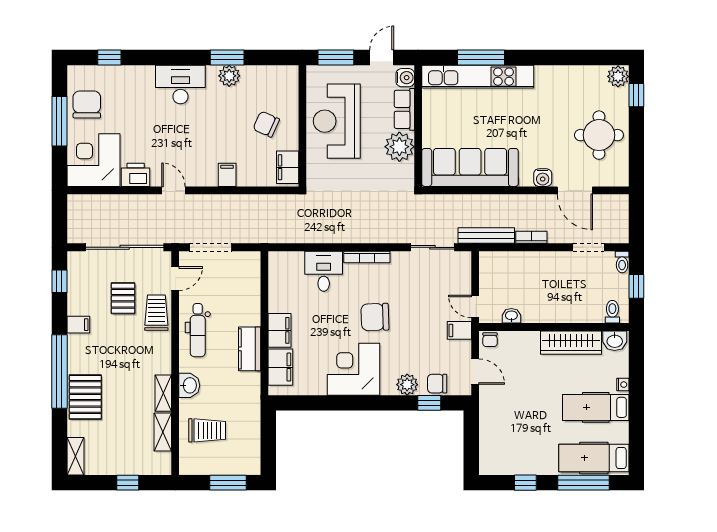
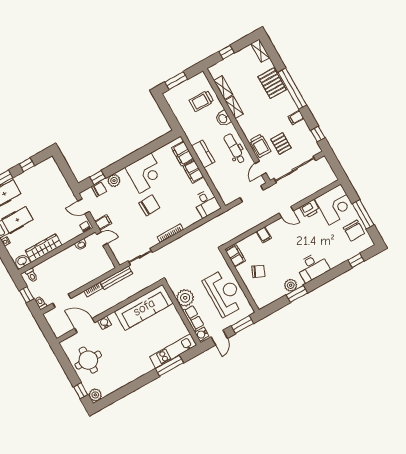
kitchen unit: (478, 77) -> (173, 351), width x0.73
desk: (324, 271) -> (206, 203), moved

